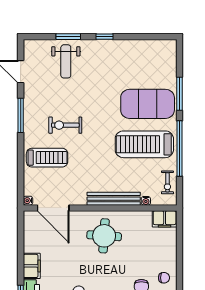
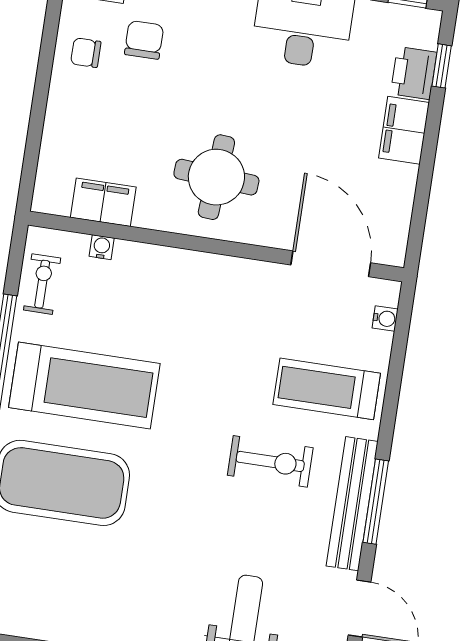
bench: (114, 199) -> (352, 504), moved, turned 90
water cooler: (28, 201) -> (385, 319), moved
filing cabinet: (165, 219) -> (103, 202), moved

